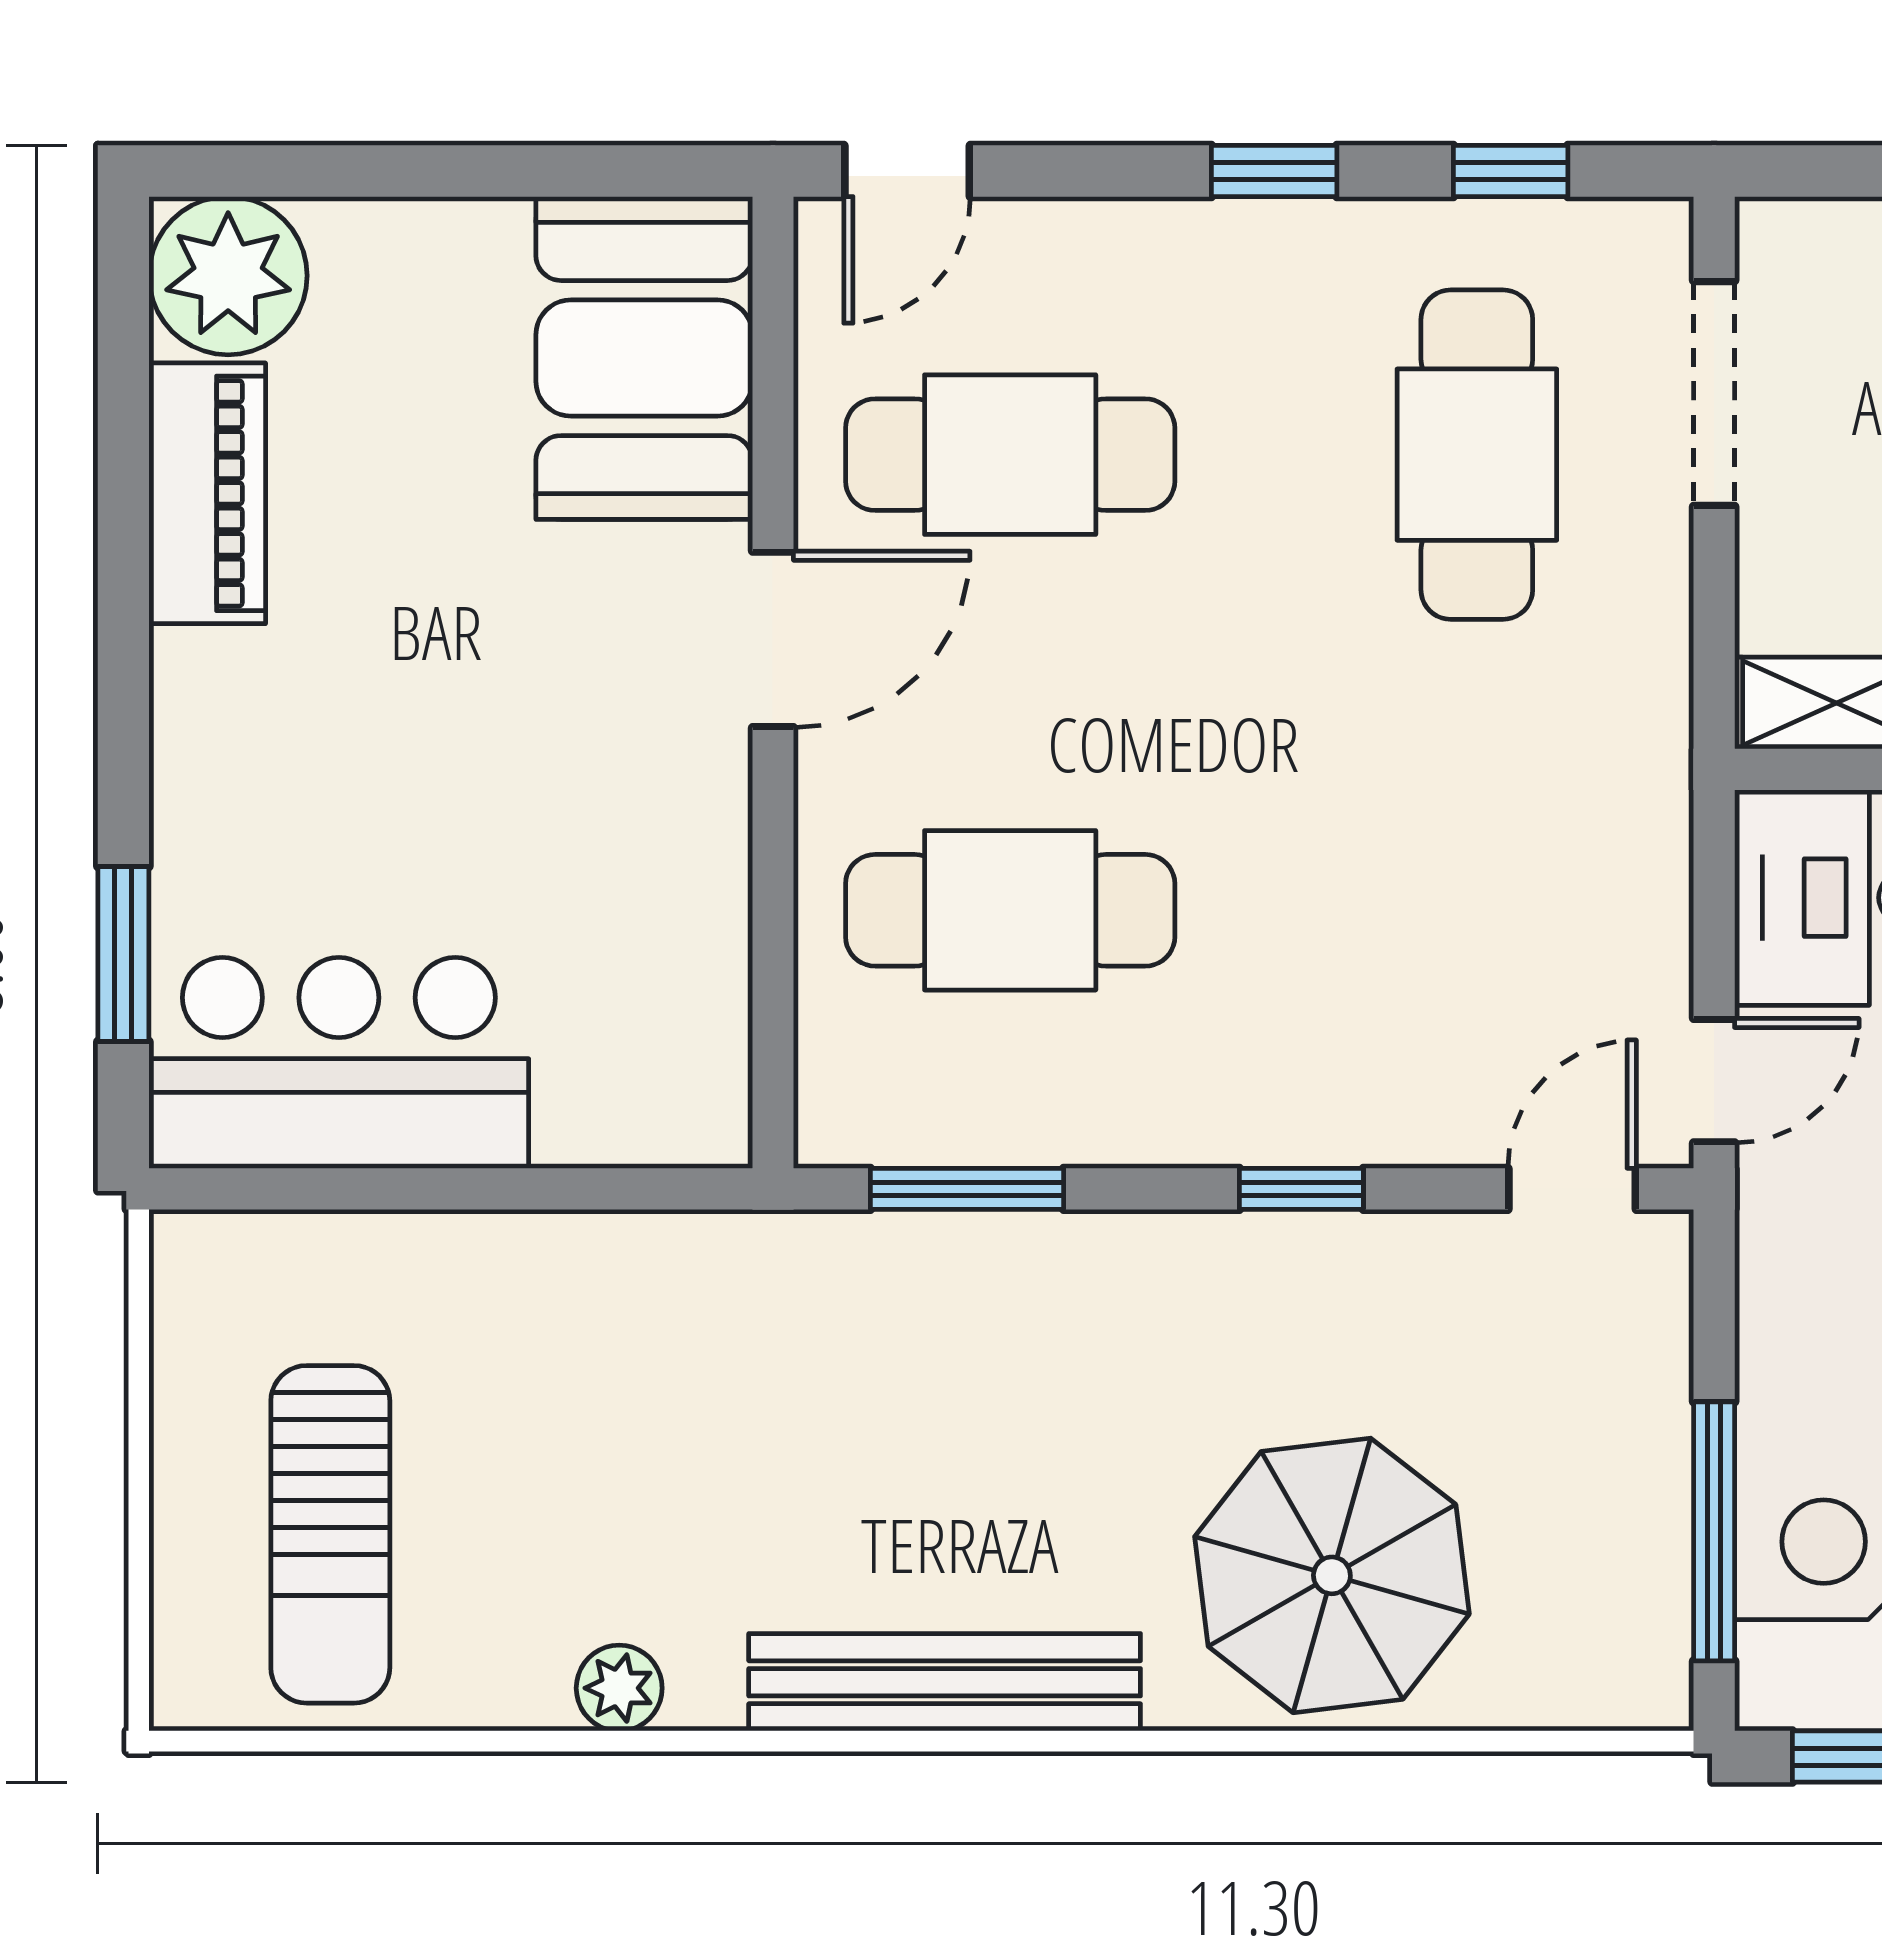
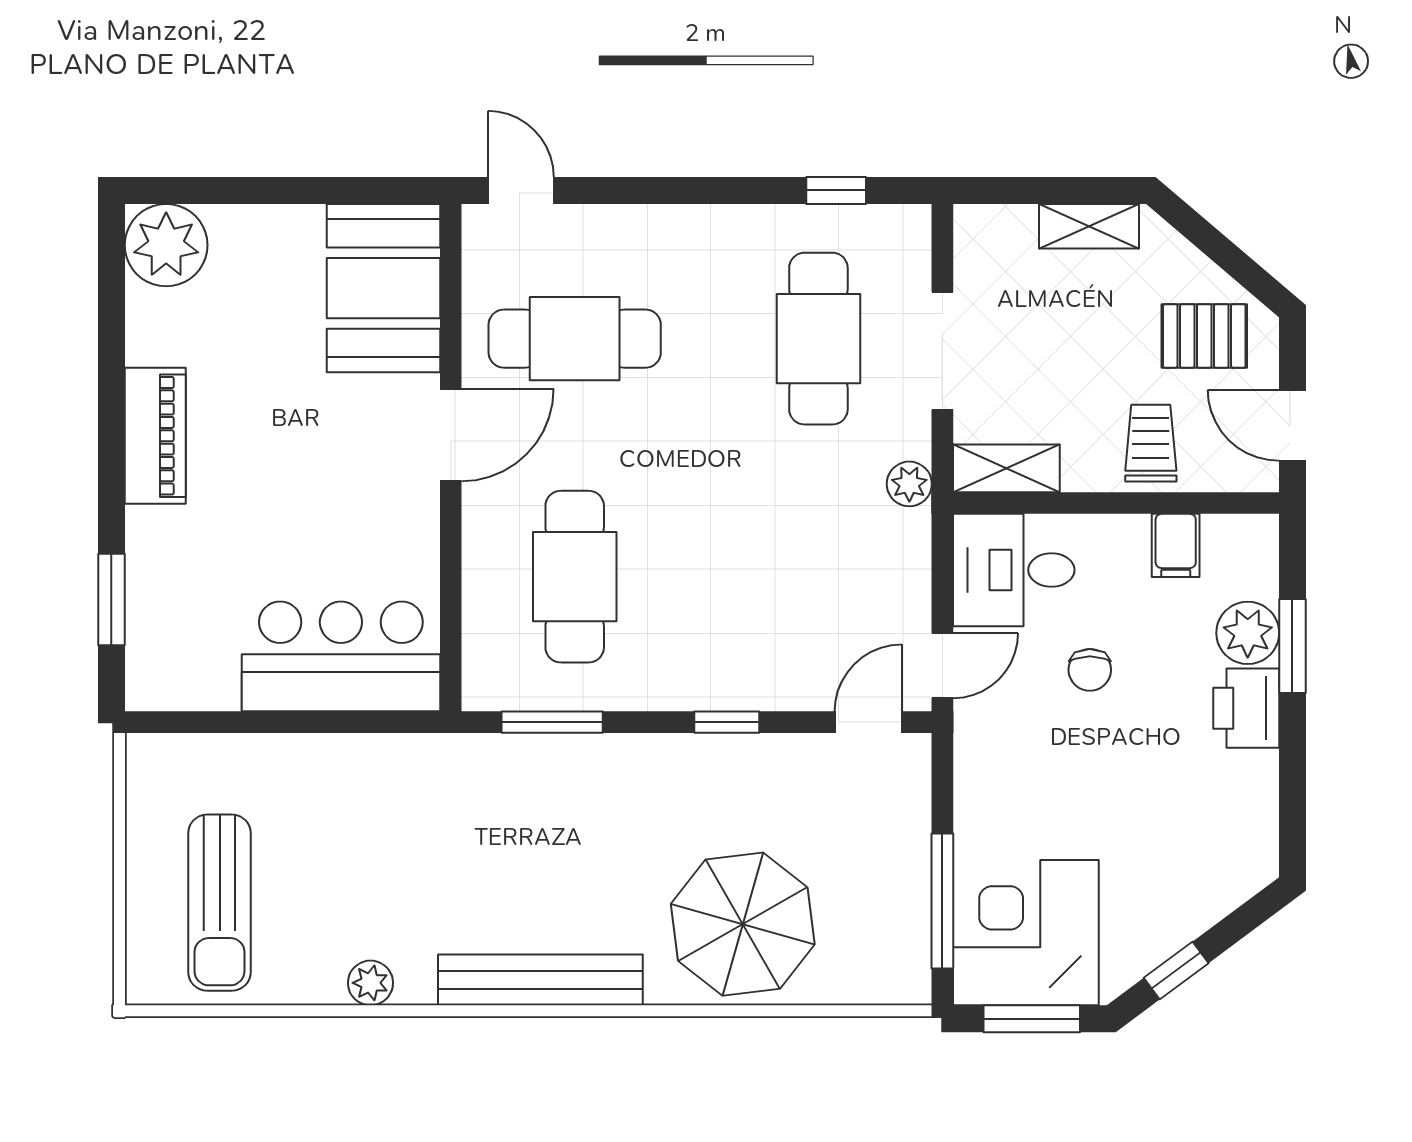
door: (907, 171) -> (521, 190), swing flipped
window: (1274, 171) -> (713, 190), removed
doorway: (1714, 393) -> (942, 351), moved
piano: (207, 493) -> (155, 436), moved
plant: (1651, 733) -> (909, 484), added
cafe table: (1010, 910) -> (575, 577), turned 90
bar counter: (339, 1063) -> (341, 656), moved

